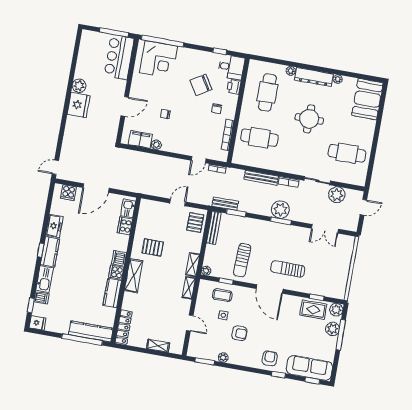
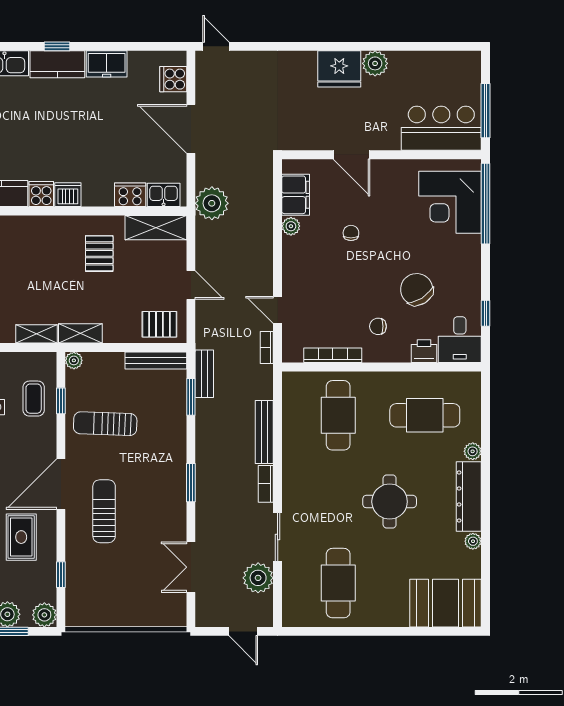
plant: (280, 210) -> (212, 203), moved
shelving: (134, 276) -> (156, 228), moved
rug: (313, 310) -> (21, 537), moved

